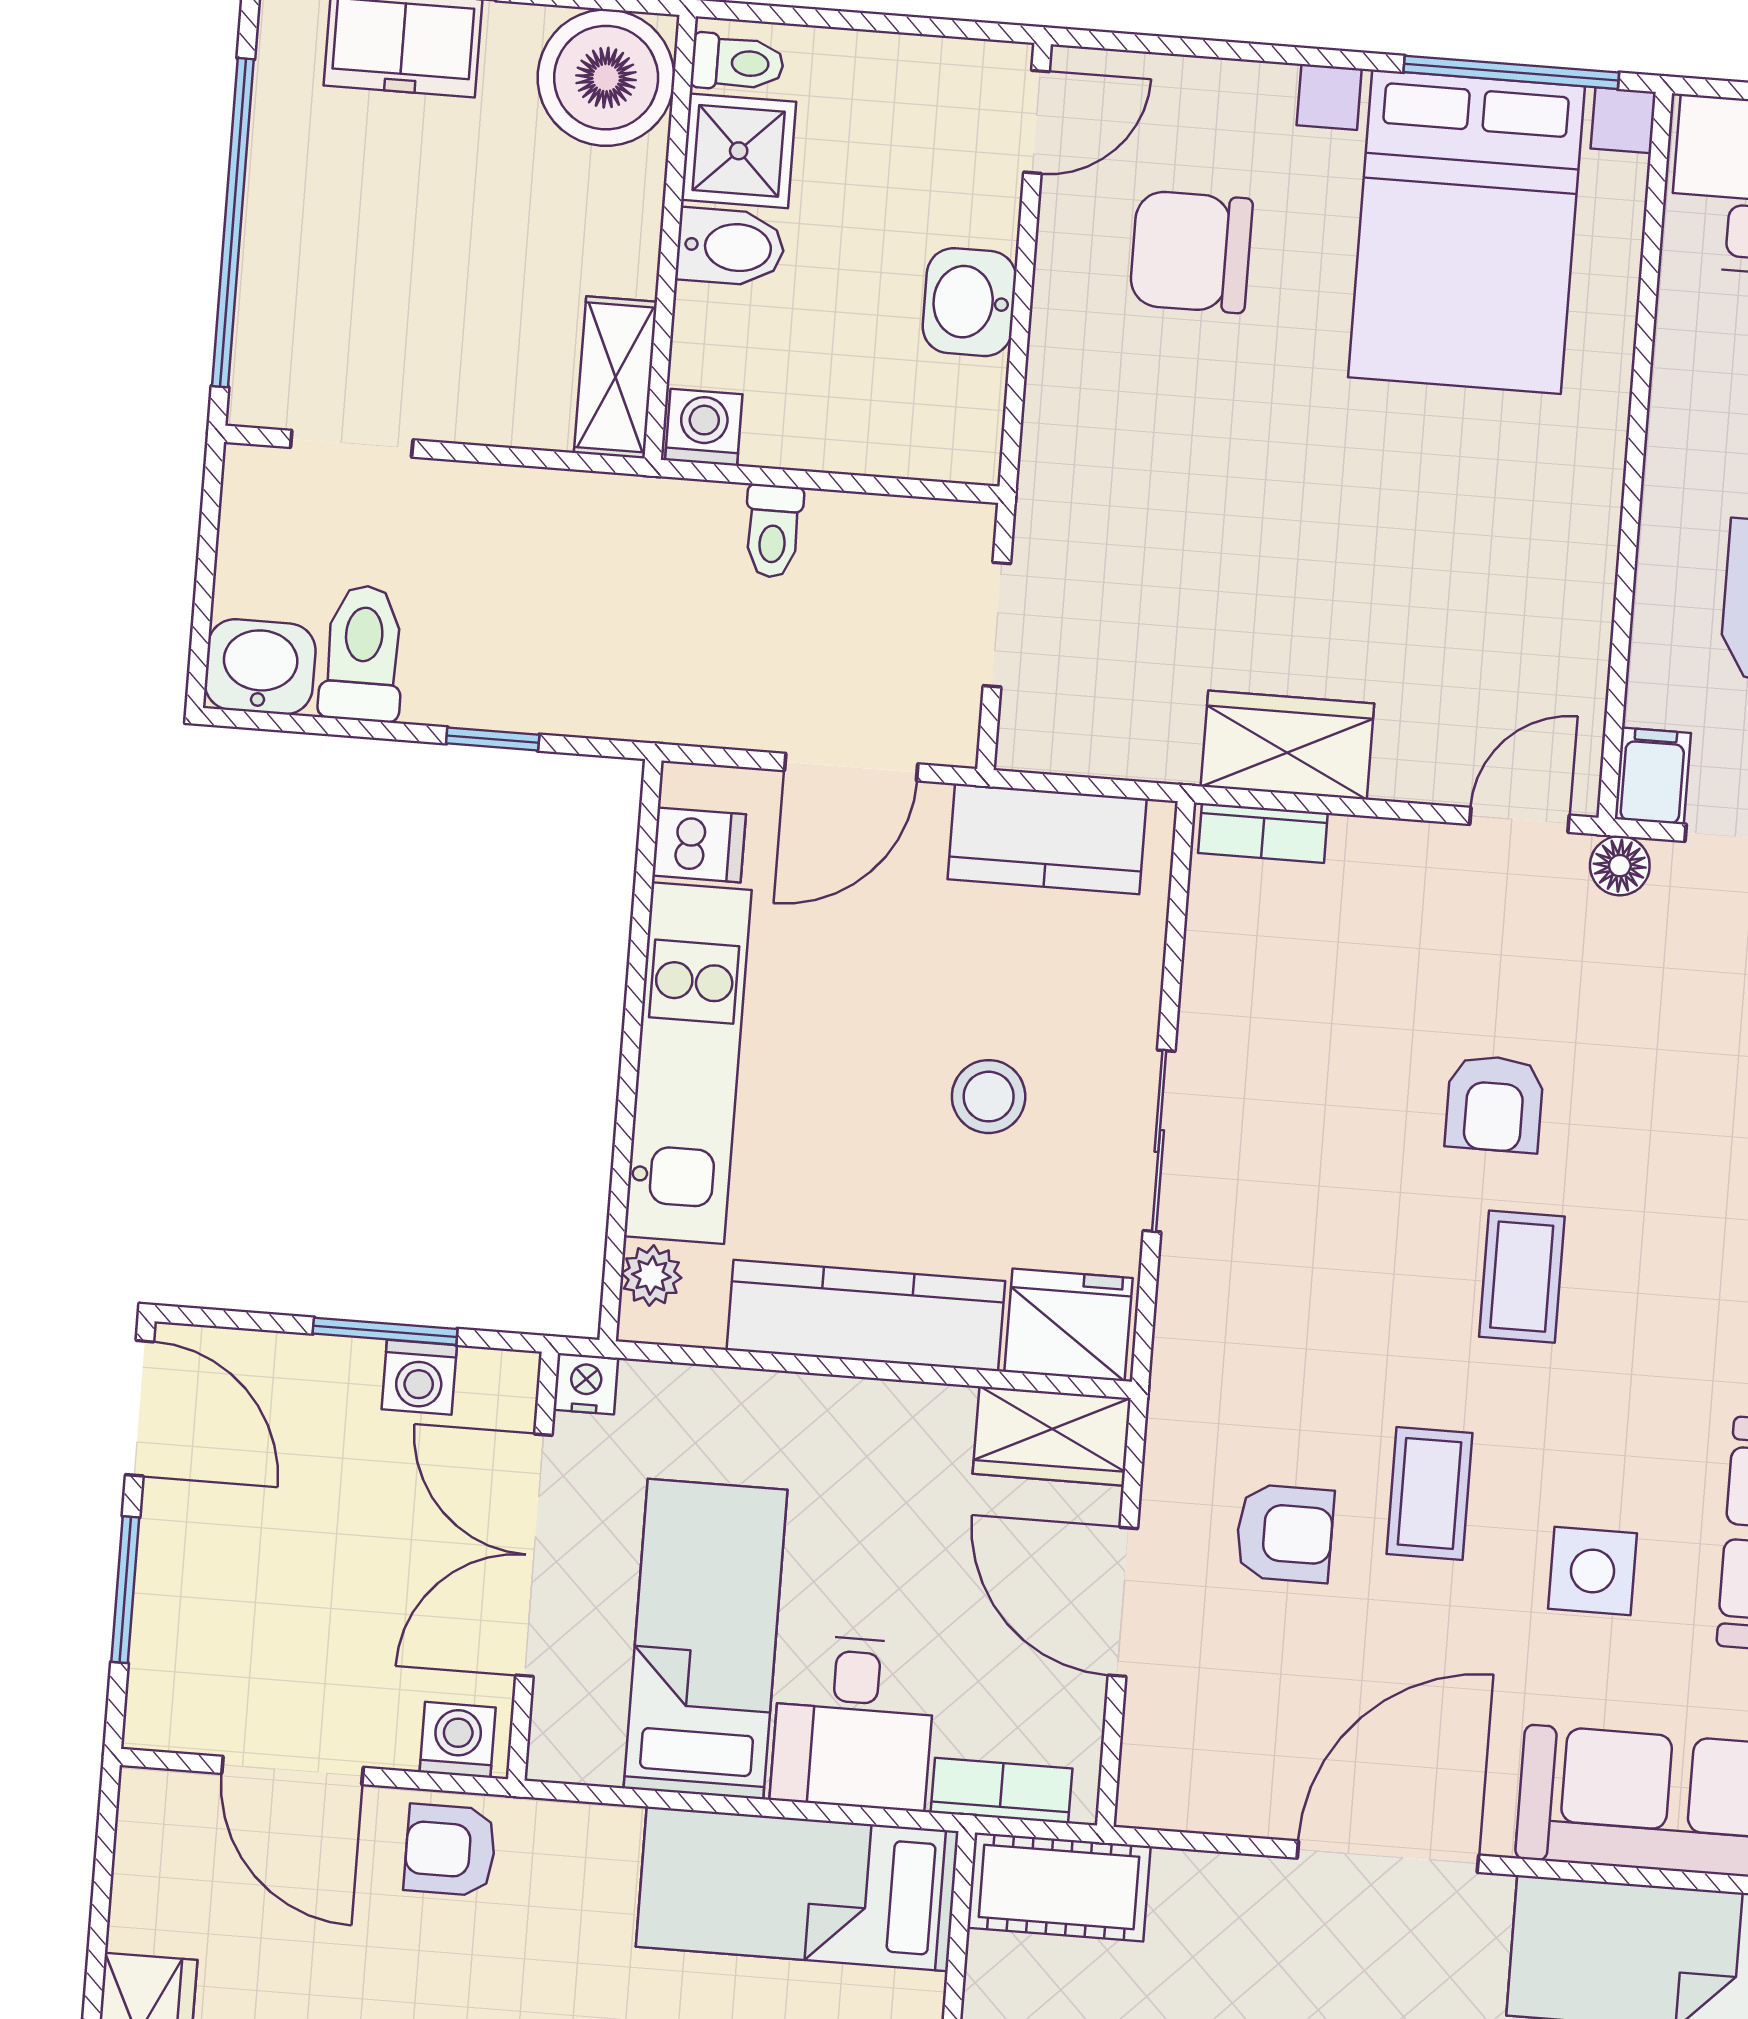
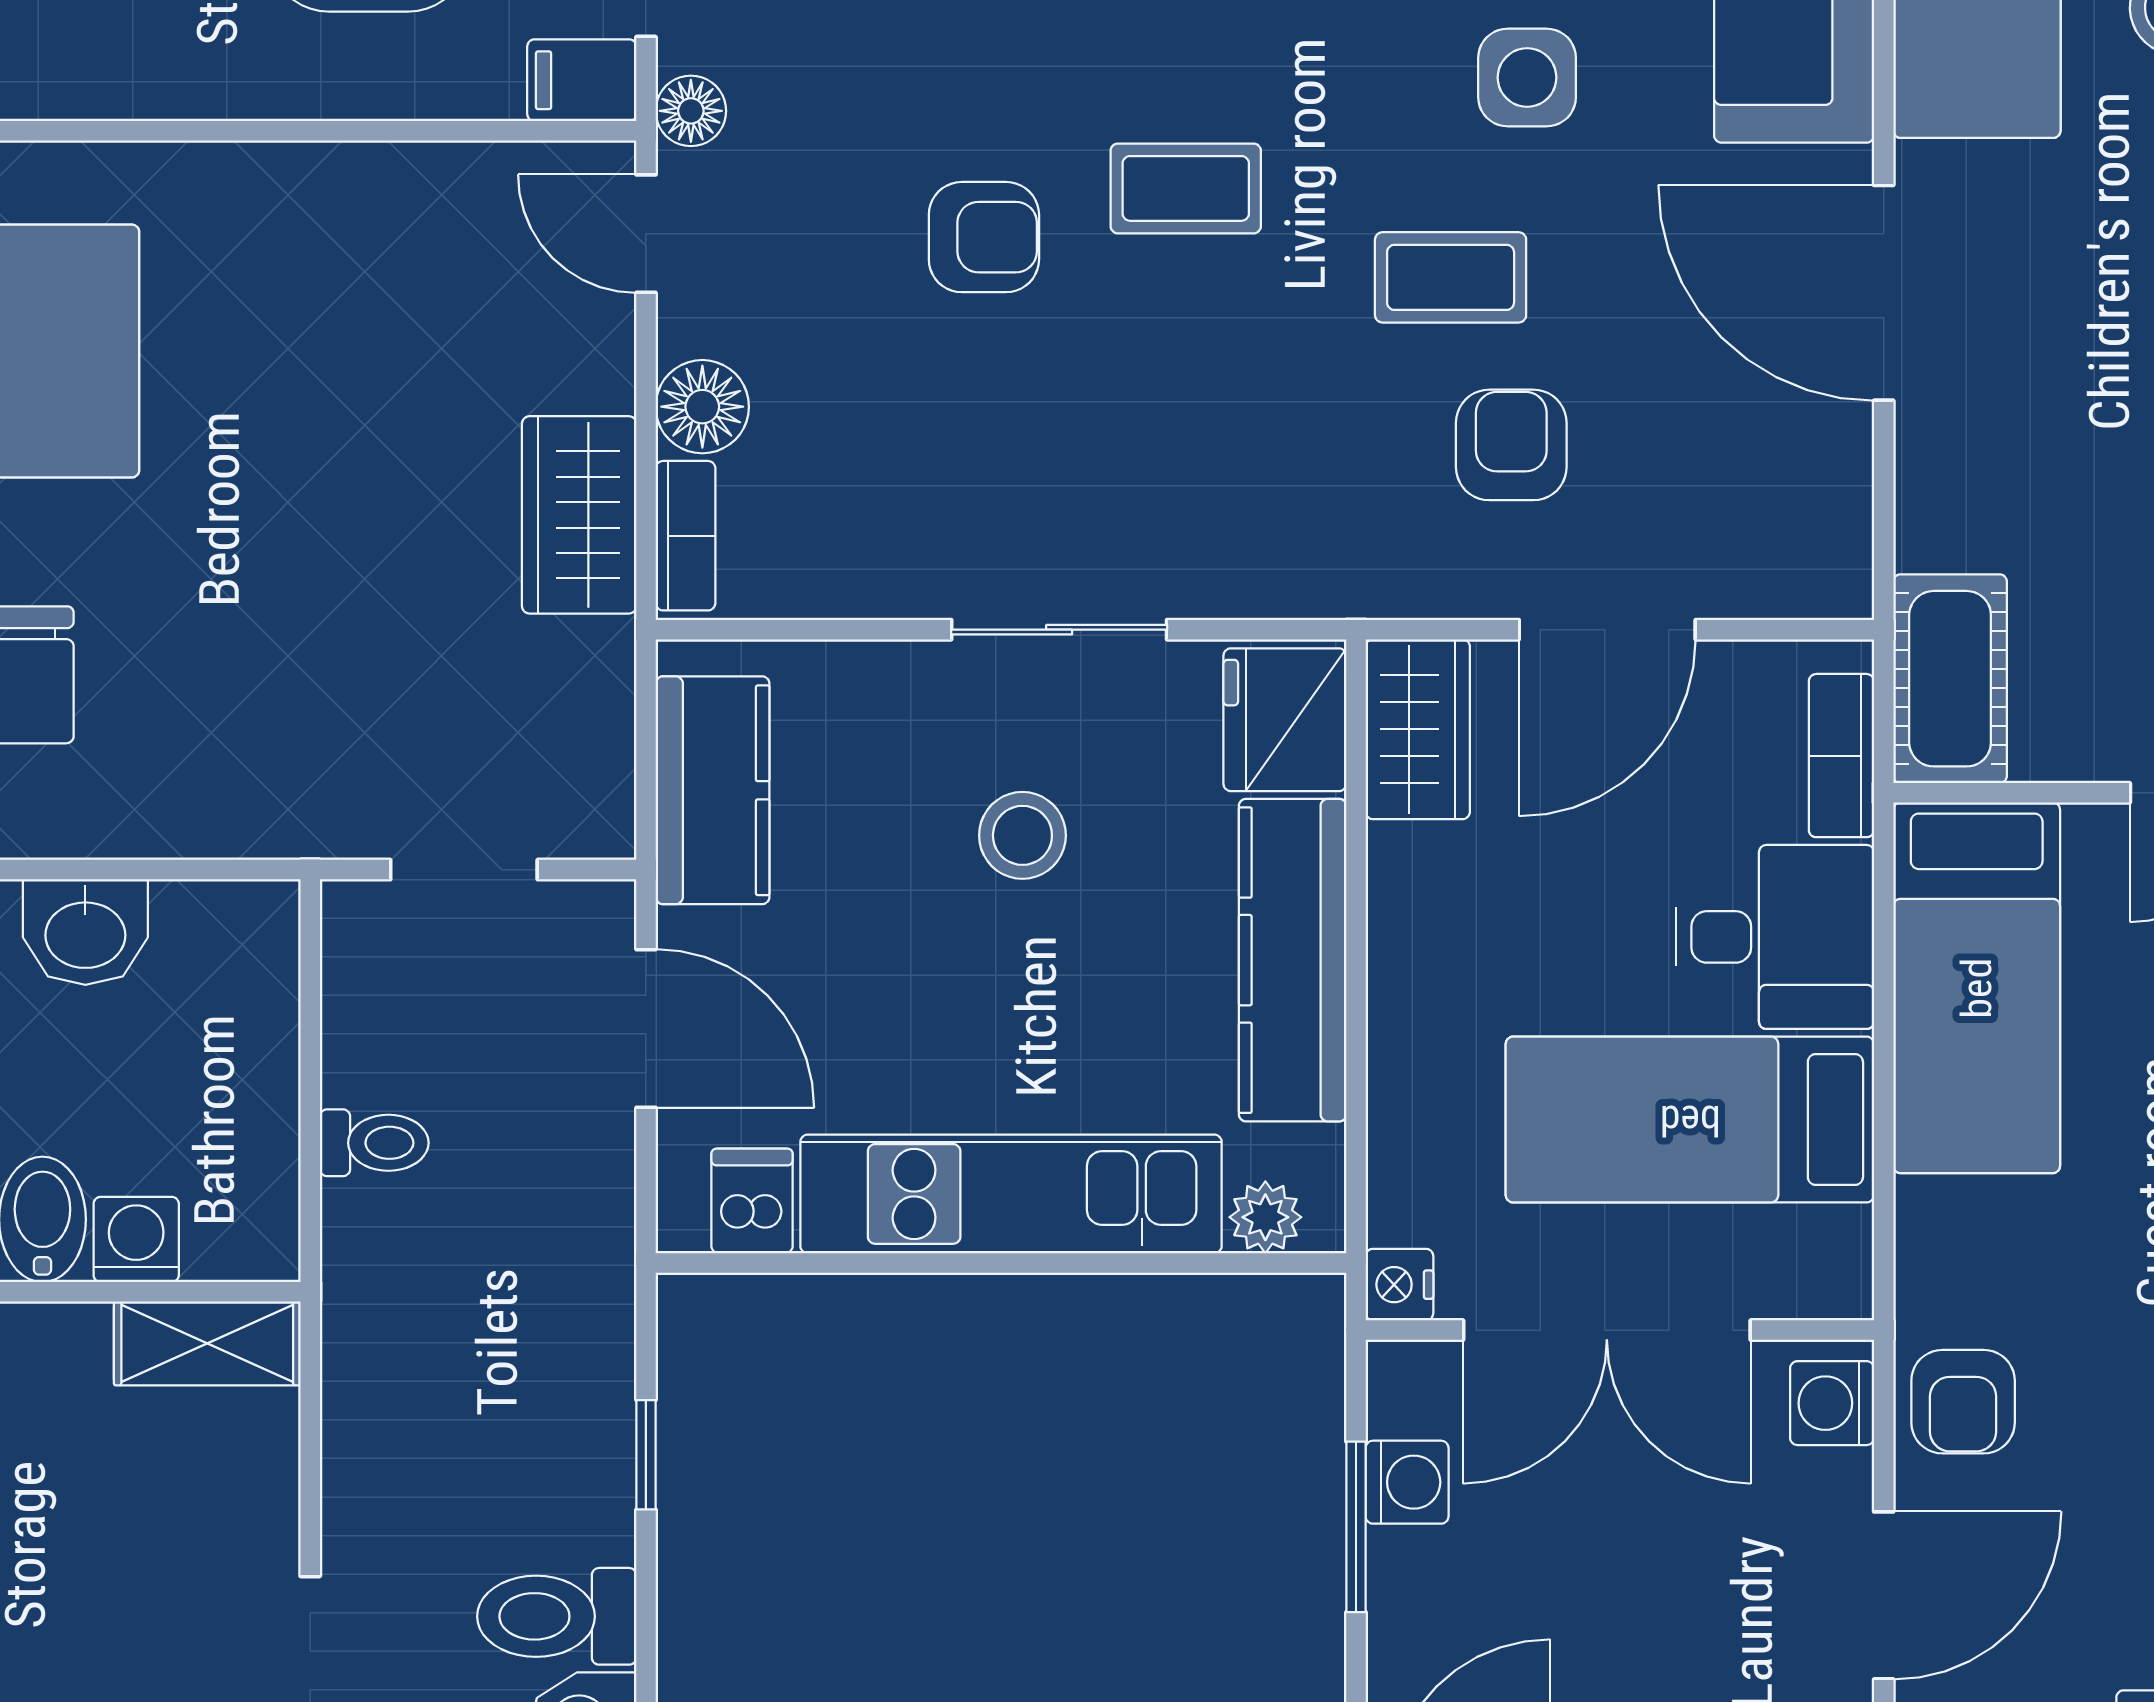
washing machine: (704, 427) -> (136, 1239), moved, turned 90
floor lamp: (1370, 856) -> (702, 407), added

